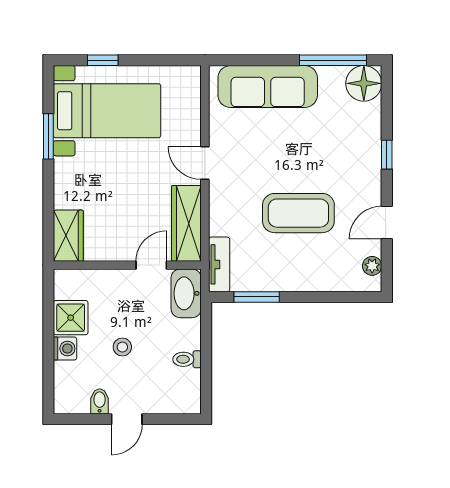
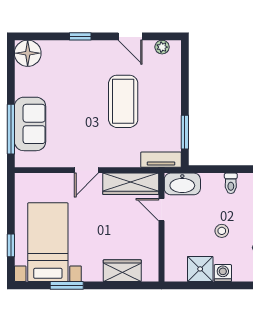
window: (333, 60) -> (11, 129), moved
sofa: (268, 86) -> (30, 124), width x0.73
wardrobe: (68, 236) -> (122, 271), moved

